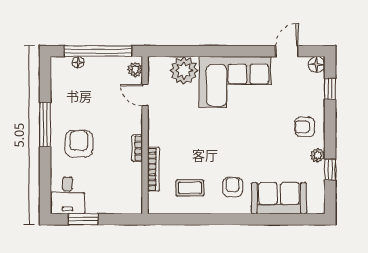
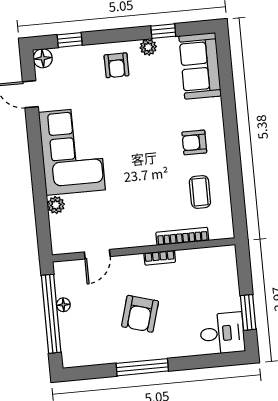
floor lamp: (78, 62) -> (63, 305), moved
plant: (135, 70) -> (69, 269), removed
plant: (184, 70) -> (56, 205), width x0.53, depth x0.53
armchair: (79, 144) -> (140, 314), moved, turned -74
sofa: (279, 198) -> (200, 66), moved

